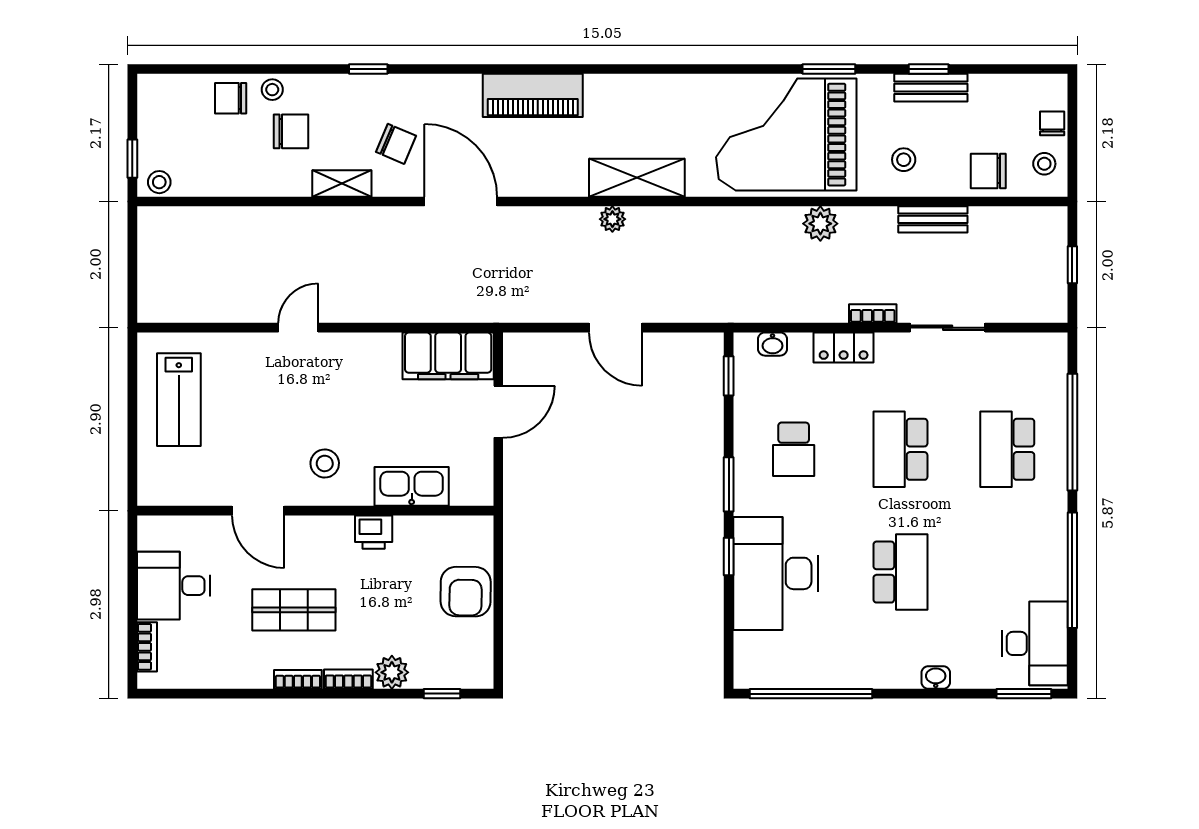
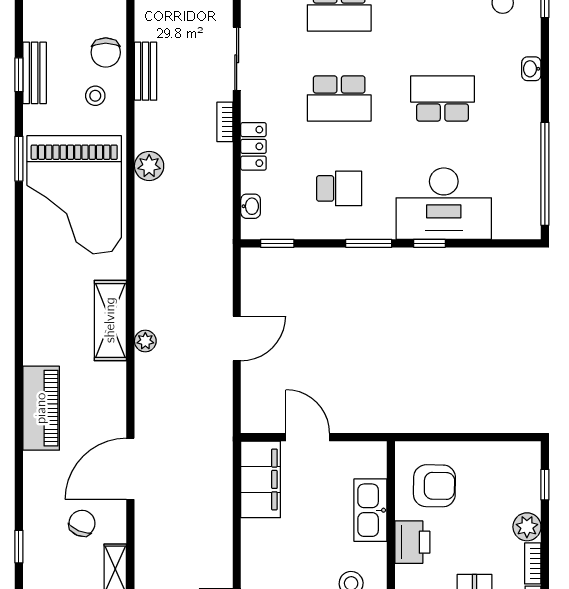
chair: (988, 171) -> (106, 52), moved
printer: (374, 532) -> (412, 542), width x1.36, depth x1.24
armchair: (466, 592) -> (434, 486), moved

